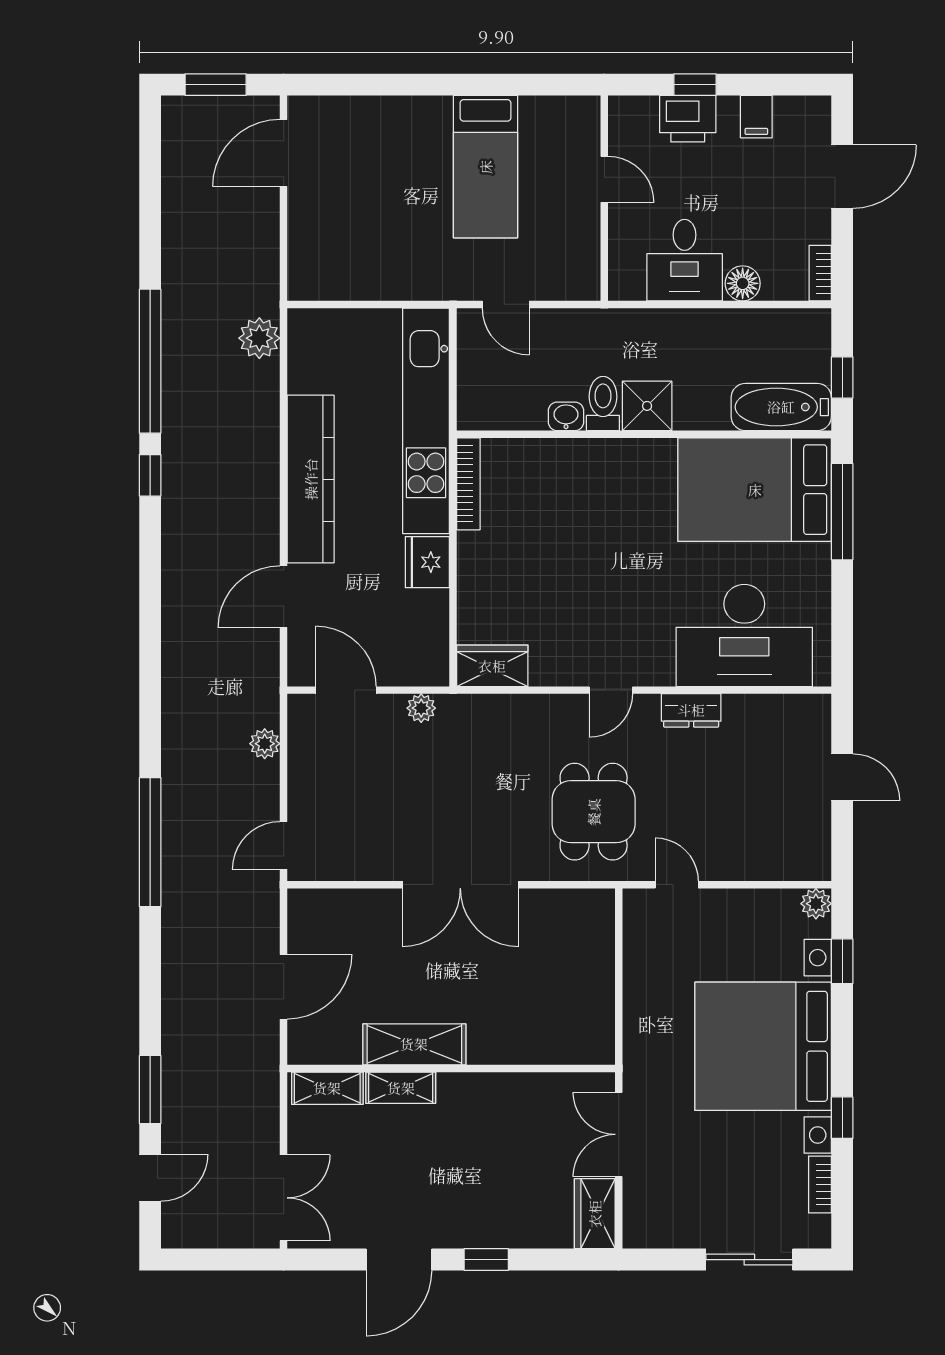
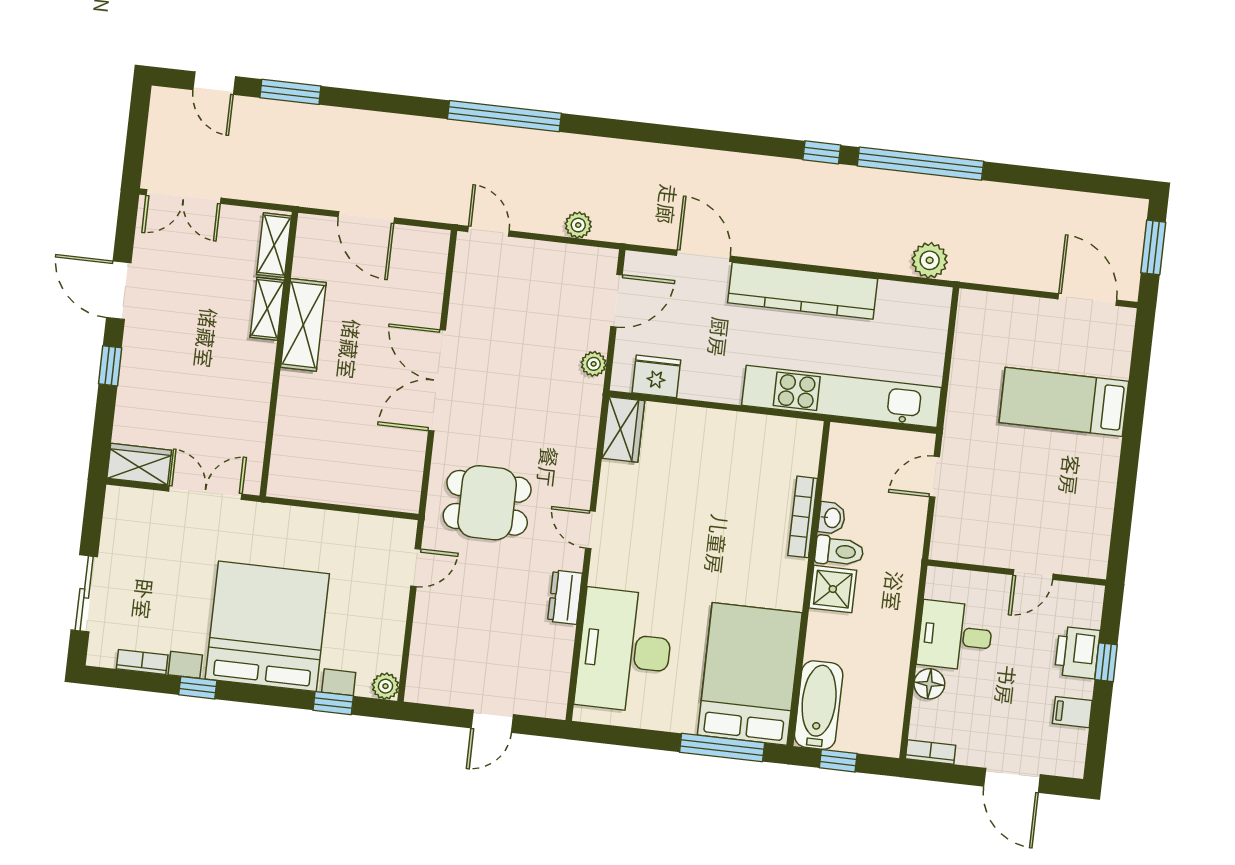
bed: (486, 167) -> (1064, 402), moved
bookcase: (468, 484) -> (803, 517), moved, turned 90
fridge: (427, 562) -> (656, 376), moved

